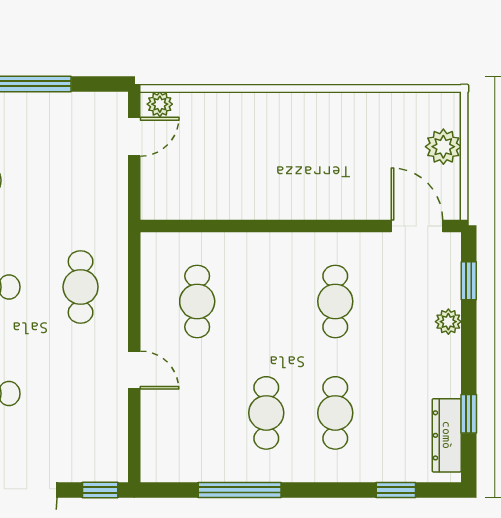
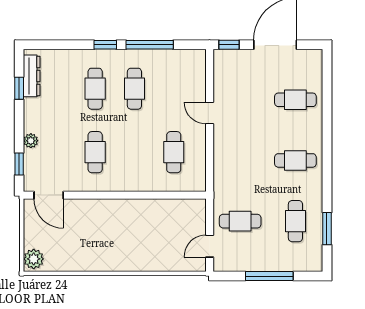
plant: (160, 104) -> (195, 265), removed
plant: (443, 147) -> (34, 259), moved
cafe table: (81, 287) -> (240, 221), moved, turned 90
window: (396, 490) -> (105, 45), moved

